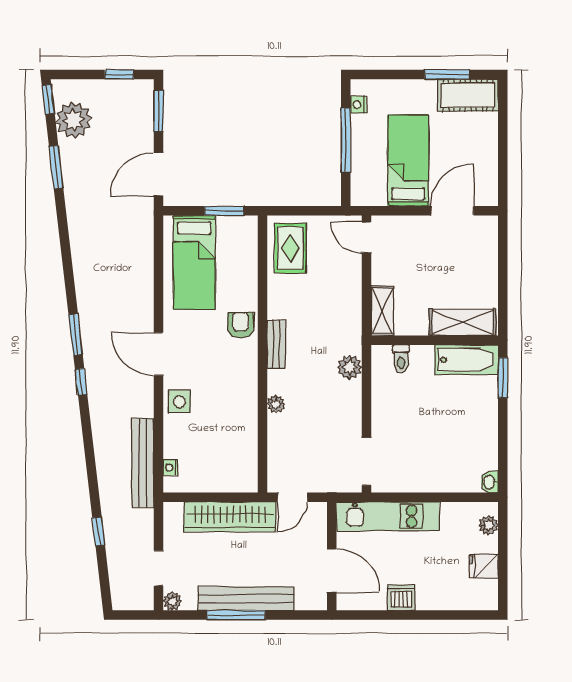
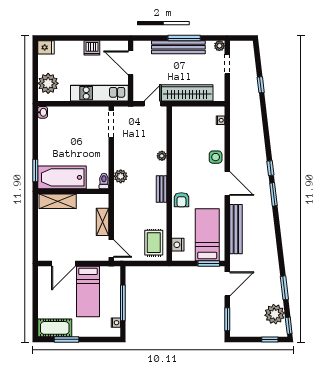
window: (119, 74) -> (270, 339), moved
window: (224, 211) -> (209, 263), moved
nightstand: (247, 244) -> (178, 245), added
shelving: (382, 311) -> (103, 222), moved
toilet: (401, 359) -> (104, 181), moved
bathtub: (466, 360) -> (62, 177), width x1.36, depth x1.36
bench: (143, 463) -> (236, 229), moved
plant: (488, 525) -> (48, 83), width x1.88, depth x1.88
fridge: (484, 566) -> (46, 47), moved

